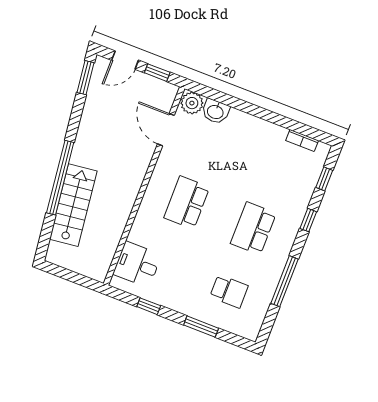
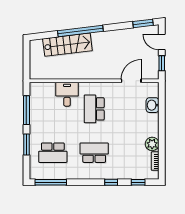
plant: (192, 103) -> (152, 144), moved
school desk: (187, 203) -> (94, 109), turned -90
desk: (137, 264) -> (67, 94), moved
window: (285, 281) -> (51, 182), moved
school desk: (229, 291) -> (53, 153), width x1.85
window: (149, 306) -> (26, 110), width x2.17

